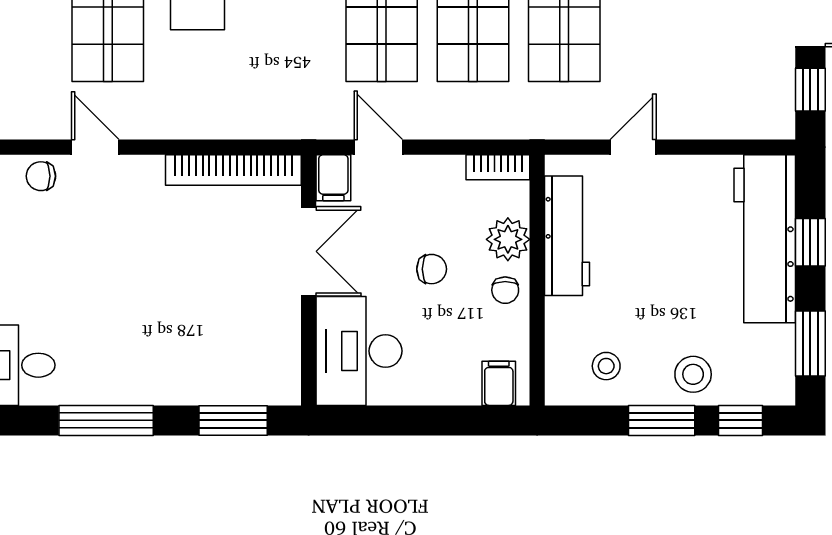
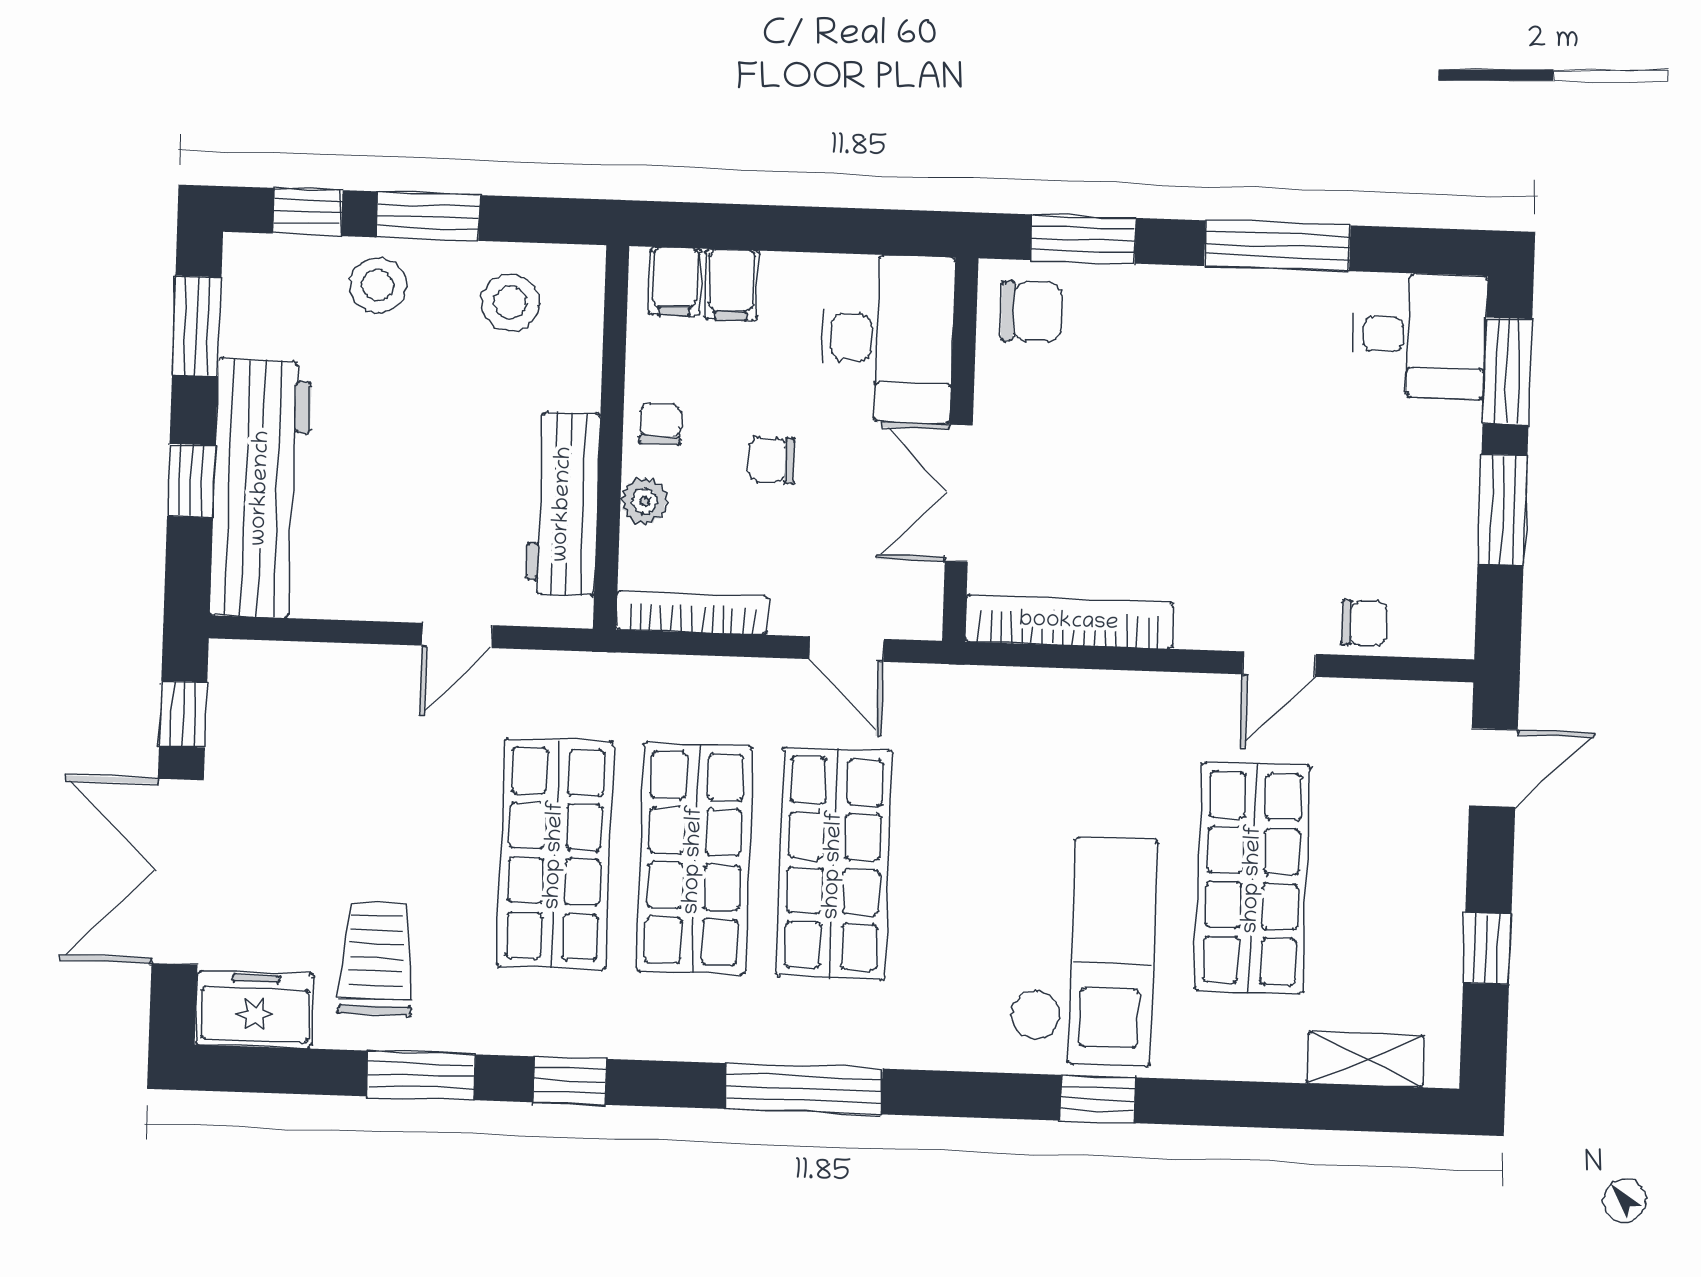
door: (95, 147) -> (1279, 664), hinge flipped
bookcase: (498, 167) -> (692, 613), width x1.56
filing cabinet: (333, 178) -> (732, 285), moved, turned 180
plant: (508, 239) -> (644, 501), width x0.73, depth x0.73
stool: (606, 366) -> (510, 302), width x1.37, depth x1.37
chair: (265, 372) -> (1032, 312), added

